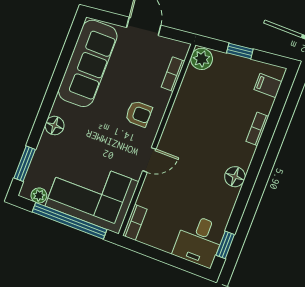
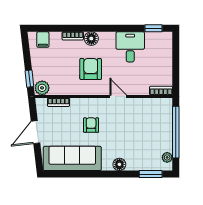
window: (240, 51) -> (29, 79), moved
armchair: (139, 114) -> (91, 125), moved
armchair: (202, 136) -> (91, 69), added
floor lamp: (235, 177) -> (91, 39), moved
corner sofa: (92, 194) -> (153, 124), removed
desk: (199, 241) -> (130, 47), moved, turned -90

